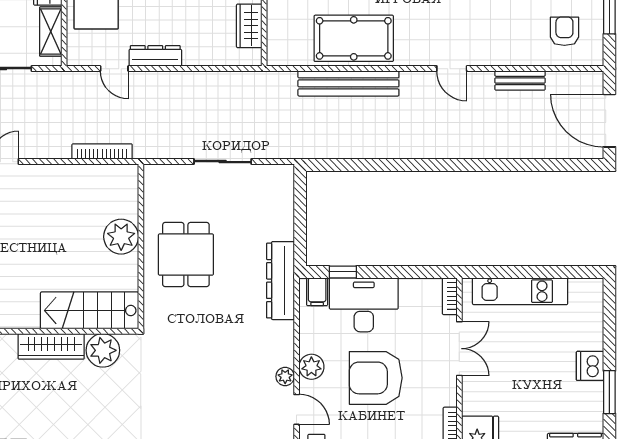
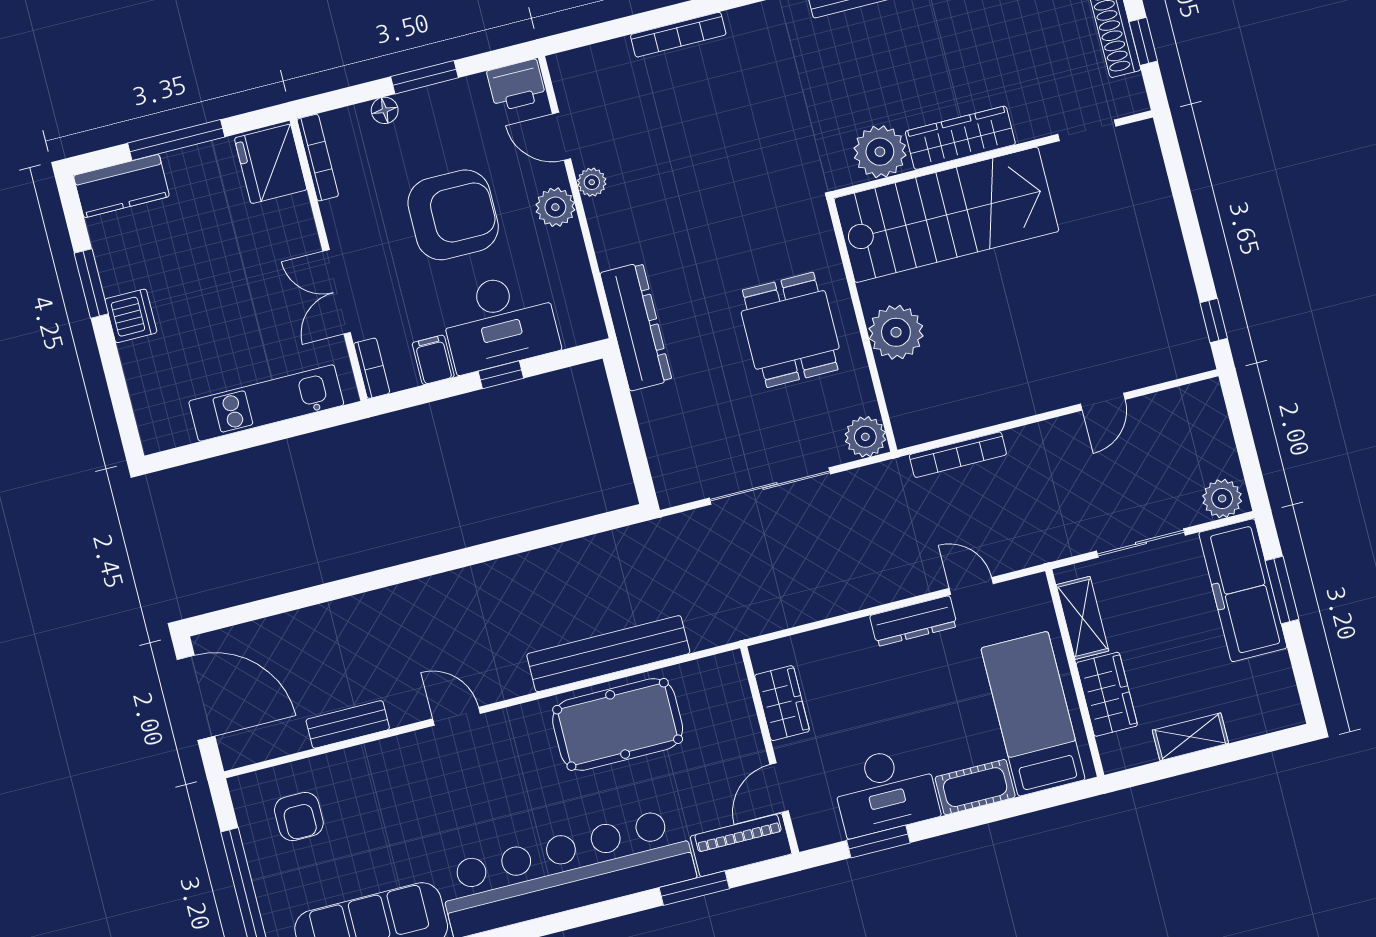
sliding door: (223, 162) -> (770, 486), width x1.37
plant: (156, 177) -> (865, 437), added
window: (343, 272) -> (501, 375), moved
filing cabinet: (317, 292) -> (433, 360), moved
stairs: (90, 310) -> (946, 215), width x1.36, depth x1.51

